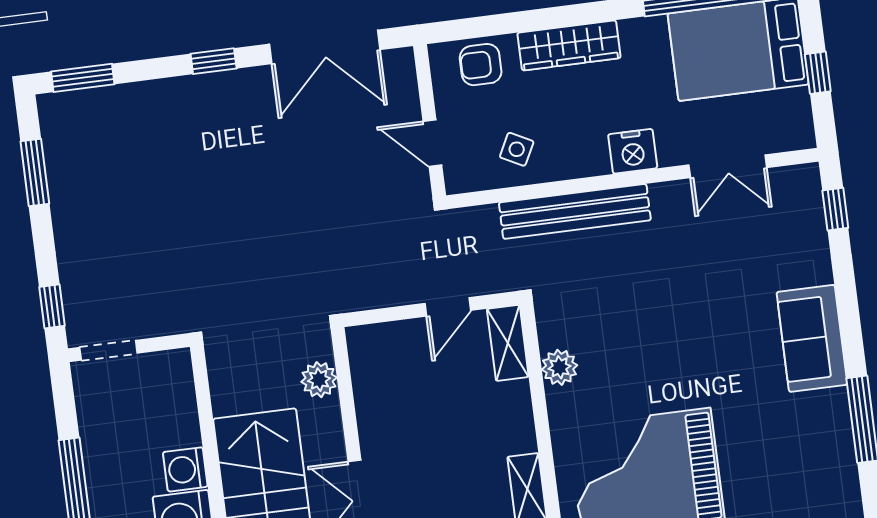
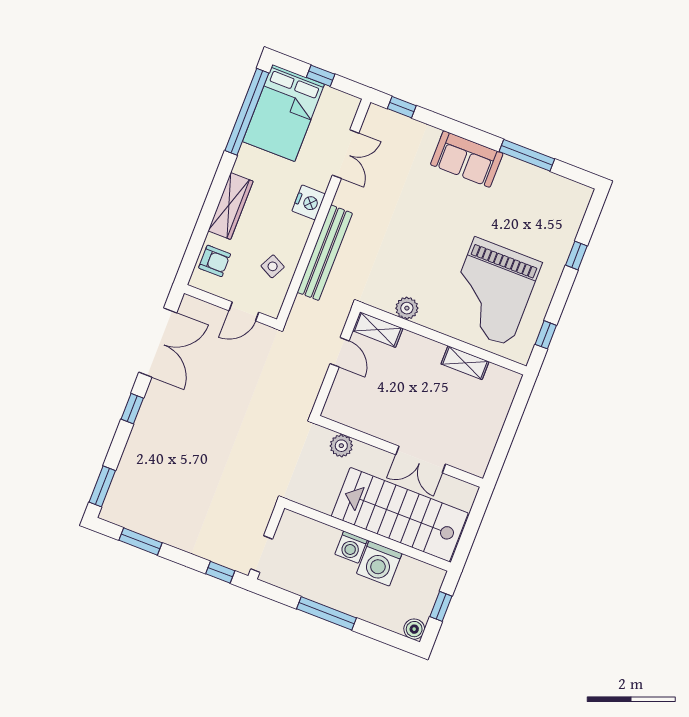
armchair: (481, 65) -> (215, 261), turned -90

